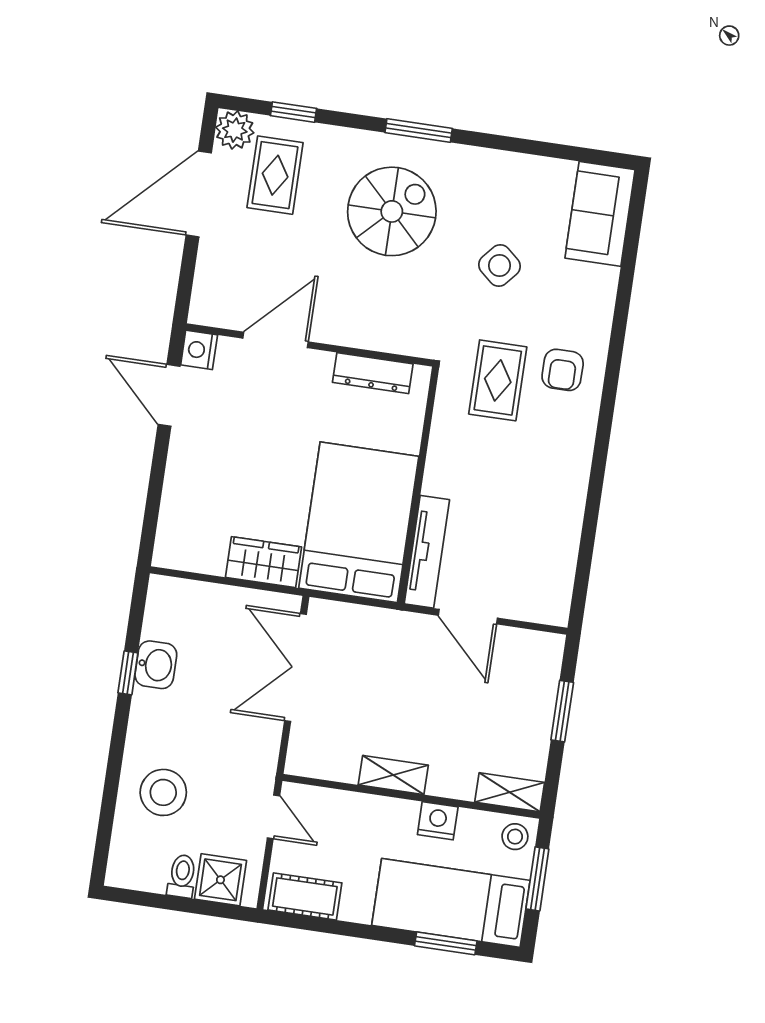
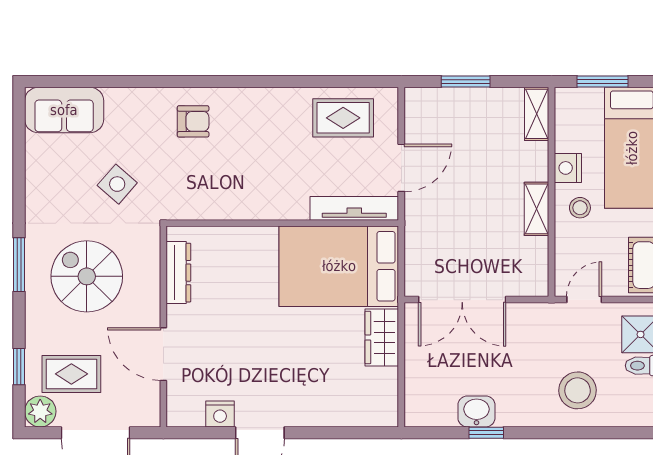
door: (276, 340) -> (163, 354), moved
wall: (309, 345) -> (163, 326), moved
dresser: (373, 373) -> (178, 273), moved
rug: (498, 380) -> (343, 118), moved
stool: (515, 837) -> (580, 208), moved

